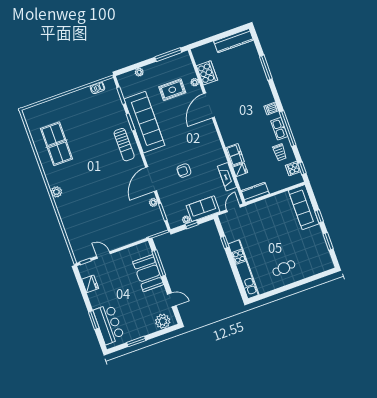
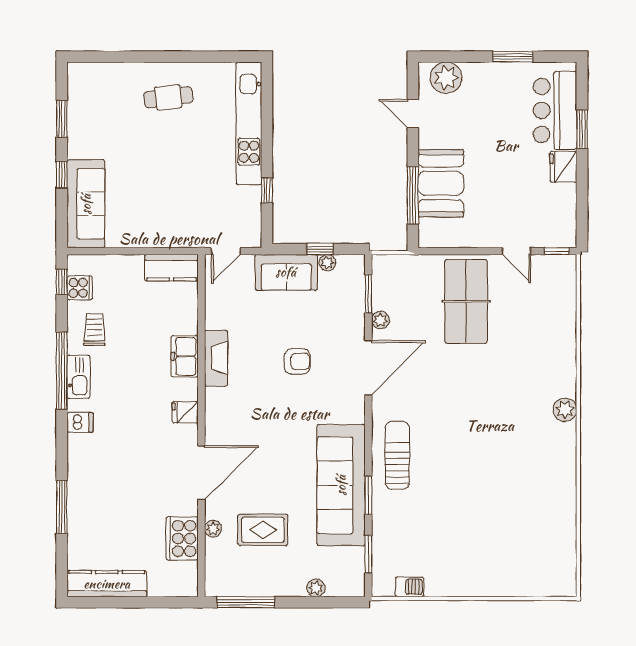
table tennis table: (57, 144) -> (466, 301), moved
fridge: (240, 170) -> (185, 412), moved
fireplace: (227, 177) -> (216, 358), moved
fridge: (90, 284) -> (563, 167), moved

